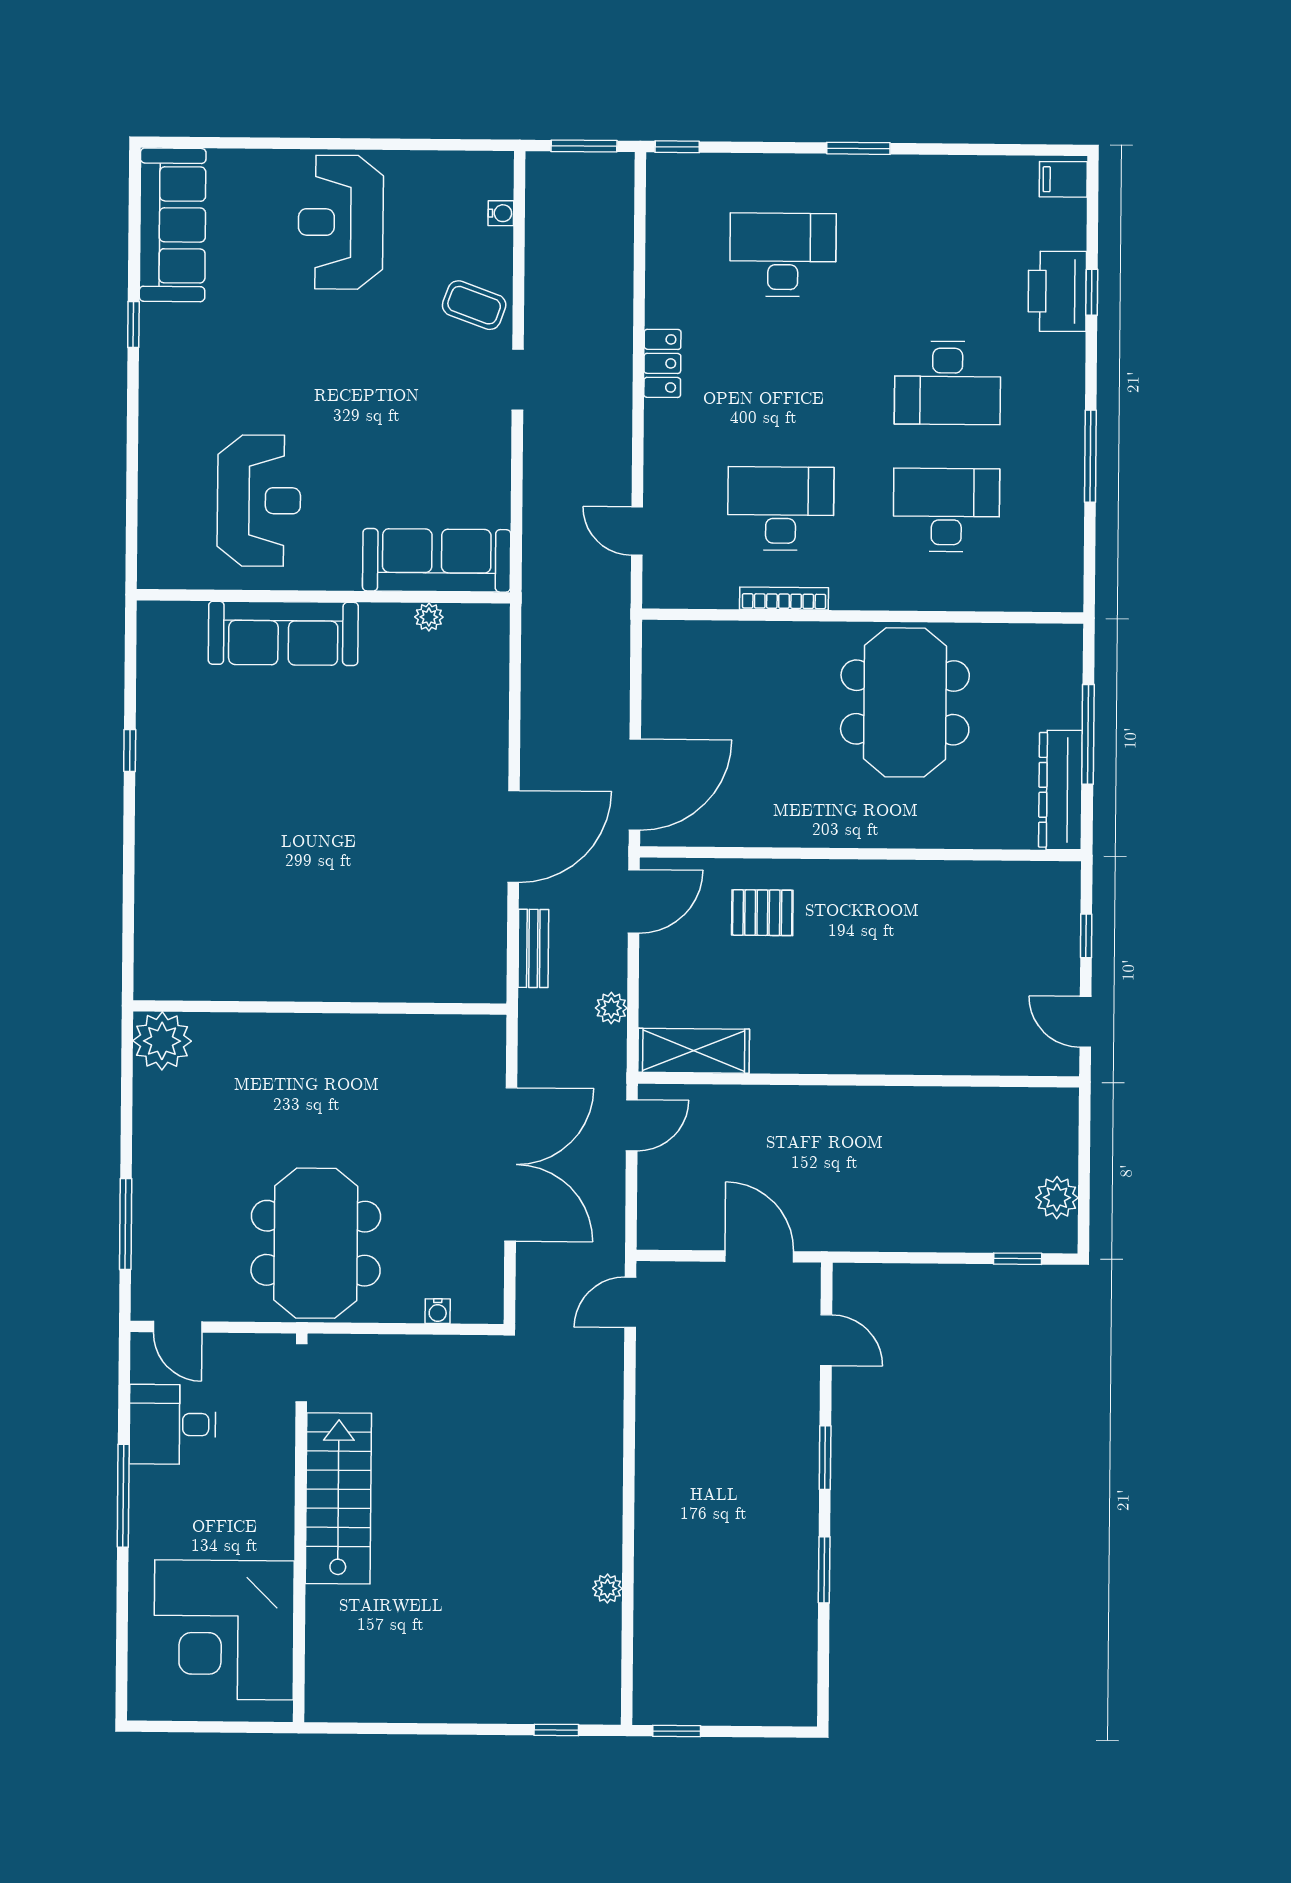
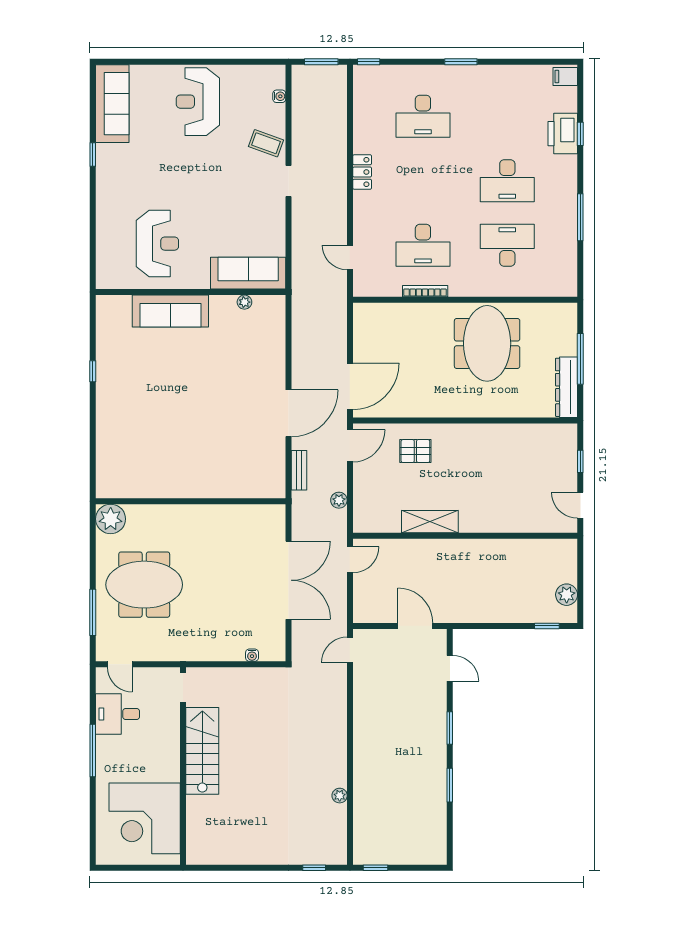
desk: (783, 255) -> (423, 116), turned 180
desk: (781, 508) -> (423, 245), turned 180
shelving: (694, 1051) -> (430, 522), moved
meeting table: (316, 1243) -> (144, 585), moved, turned 90

